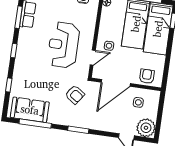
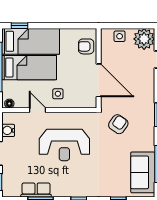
door: (93, 58) -> (37, 110), moved
side table: (138, 102) -> (120, 36), moved

